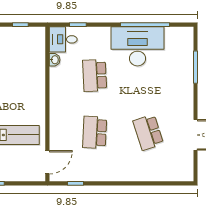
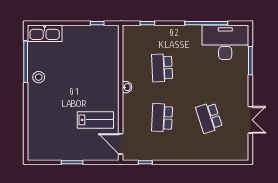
desk: (63, 39) -> (135, 36), removed
desk: (138, 46) -> (225, 42), moved
washbasin: (55, 60) -> (127, 87), moved
door: (47, 162) -> (121, 144), swing flipped

